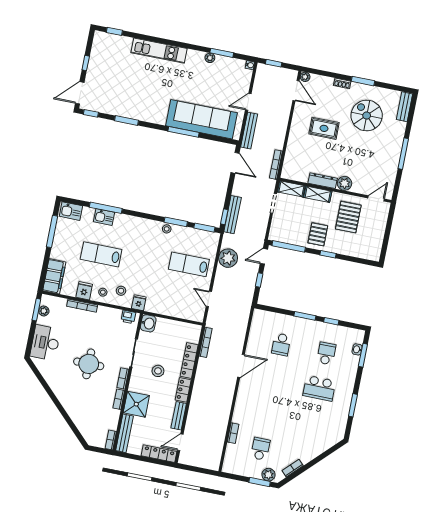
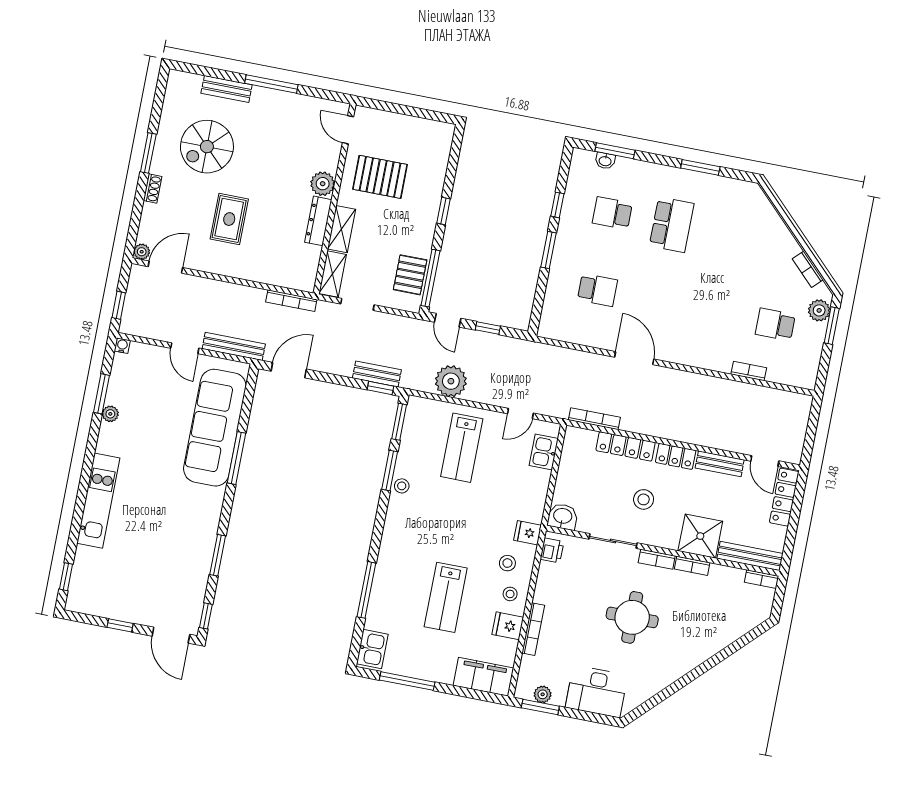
bench: (405, 107) -> (227, 89), moved
bench: (233, 215) -> (377, 374), width x0.73
kitchen sink: (104, 217) -> (544, 452), moved, turned 180
pallet: (318, 234) -> (410, 275), moved, turned 90

